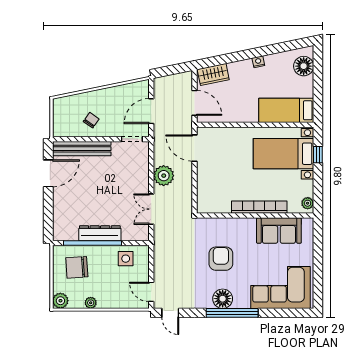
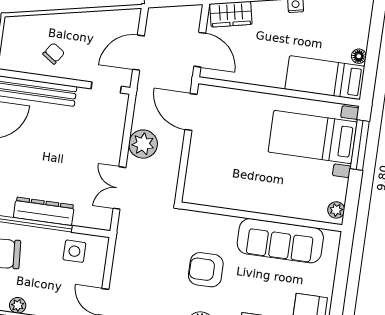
floor lamp: (304, 66) -> (359, 56), moved, width x0.53, depth x0.53
window: (318, 155) -> (360, 145), width x2.17
bookcase: (259, 207) -> (269, 206), removed
sofa: (279, 231) -> (280, 241), width x1.36
armchair: (221, 259) -> (206, 270), turned -90

